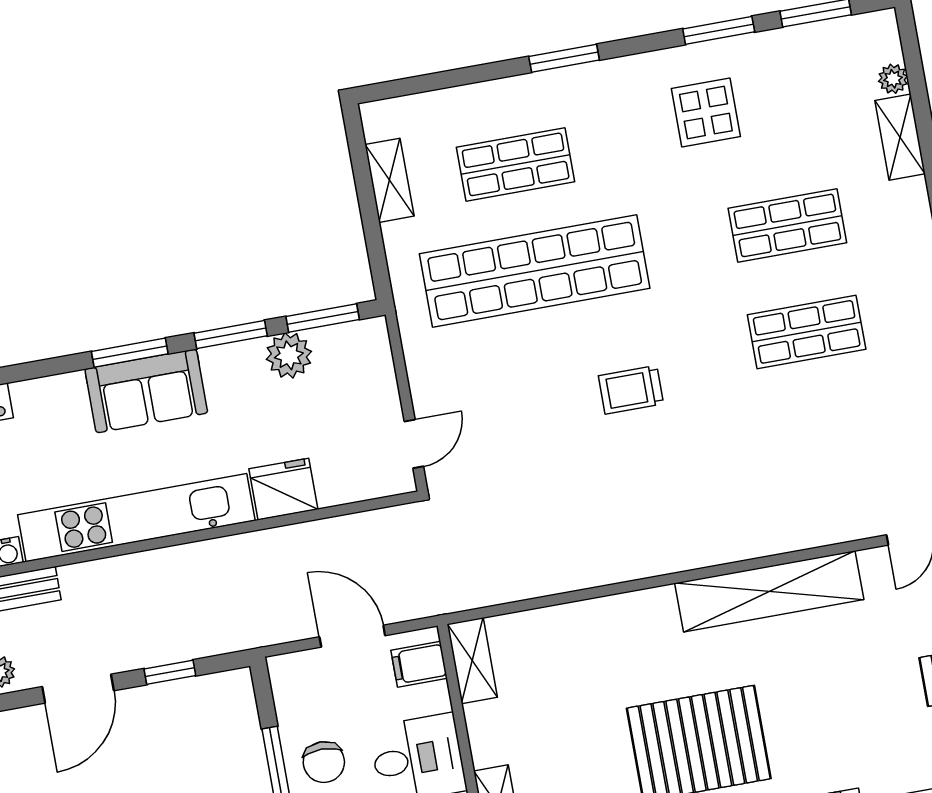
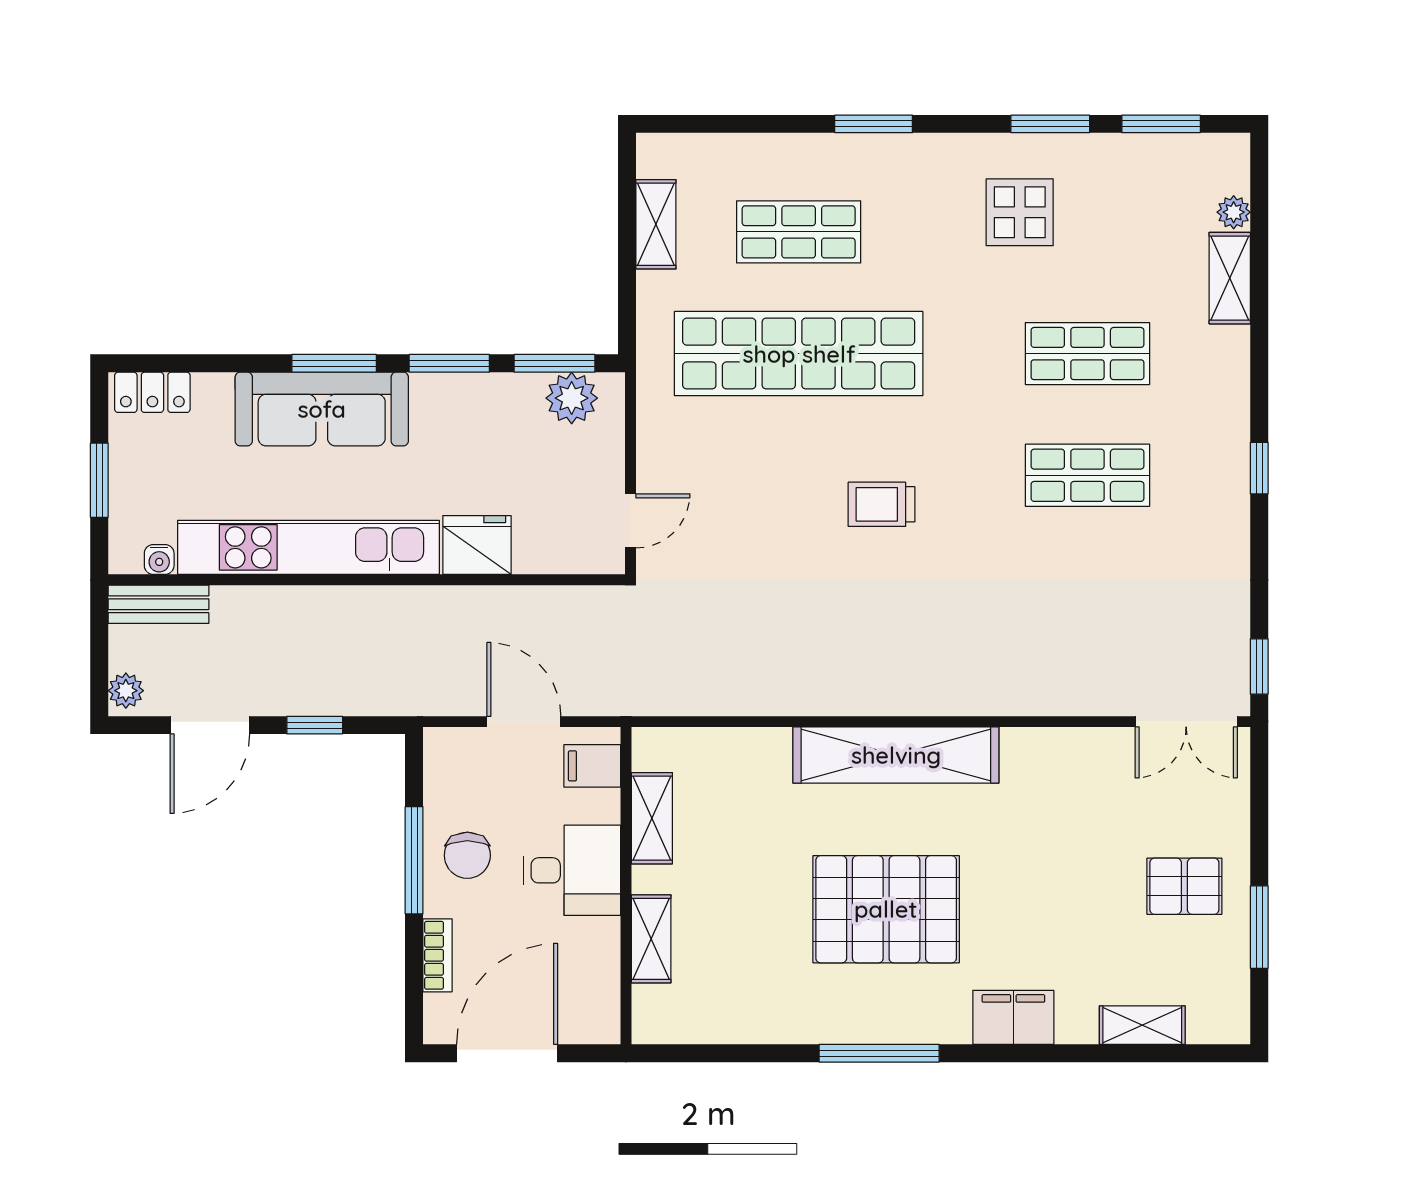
plant: (289, 355) -> (572, 398), moved
sofa: (146, 391) -> (322, 409), width x1.36
shelving: (769, 591) -> (896, 755), moved
shelving: (472, 661) -> (652, 818), moved

